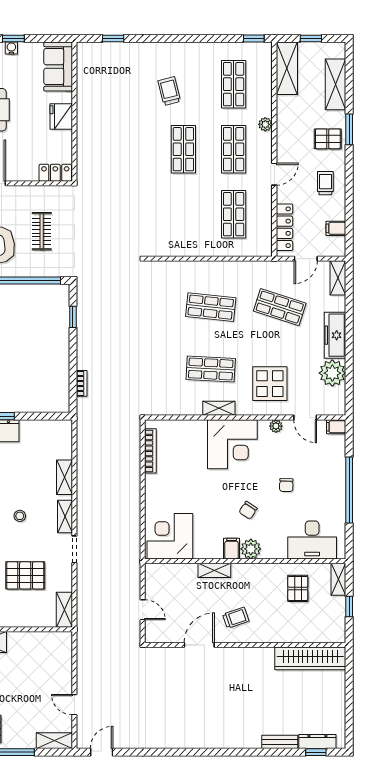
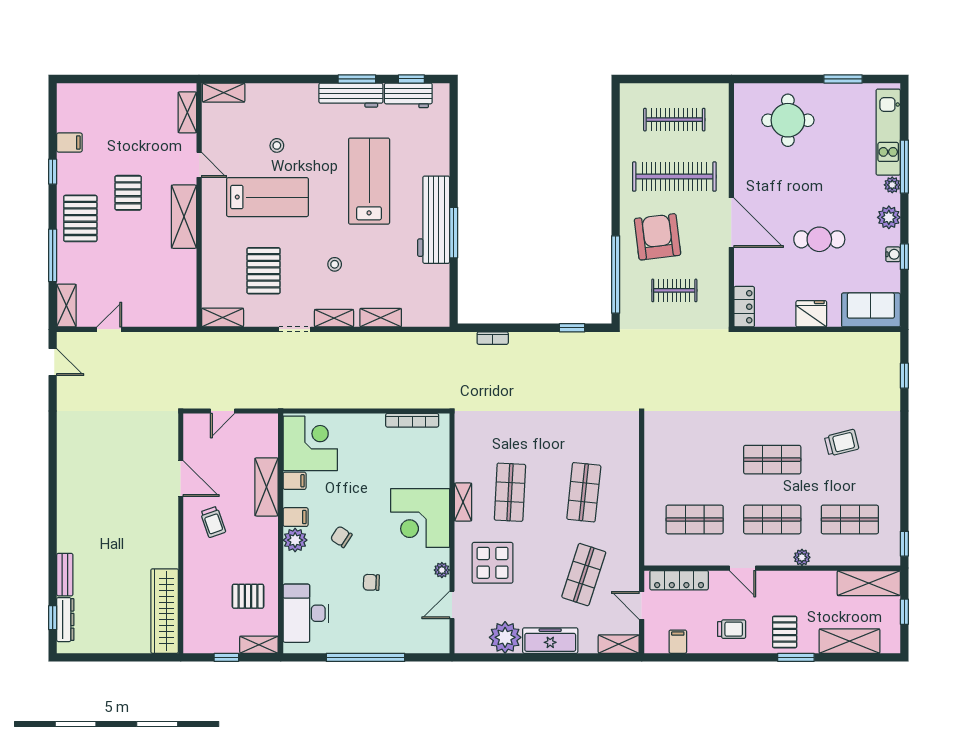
filing cabinet: (336, 427) -> (295, 481), moved, turned 90
shelving: (214, 570) -> (267, 487), width x1.50, depth x1.33

